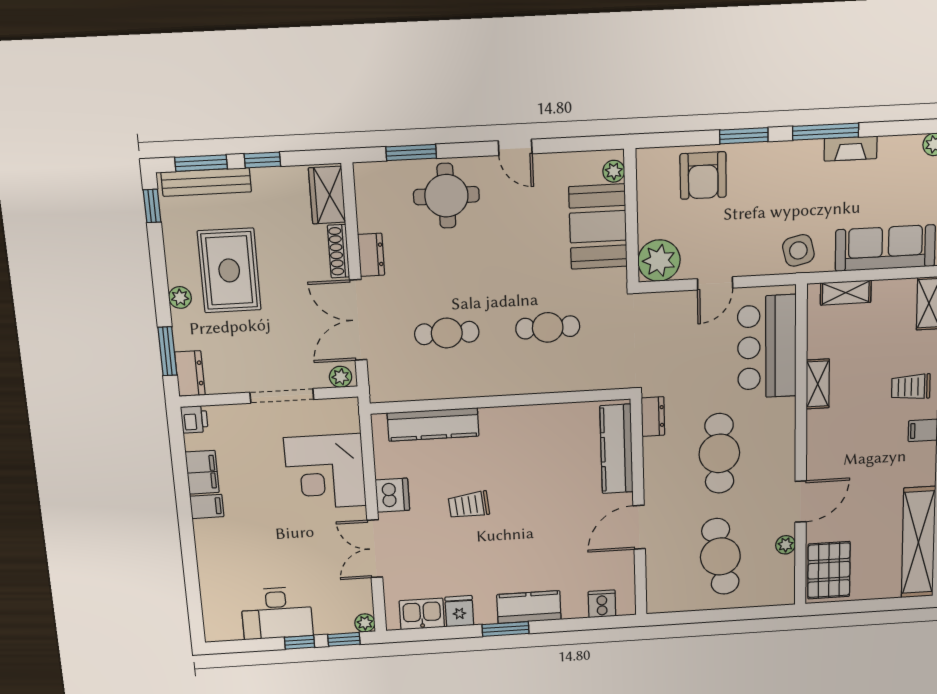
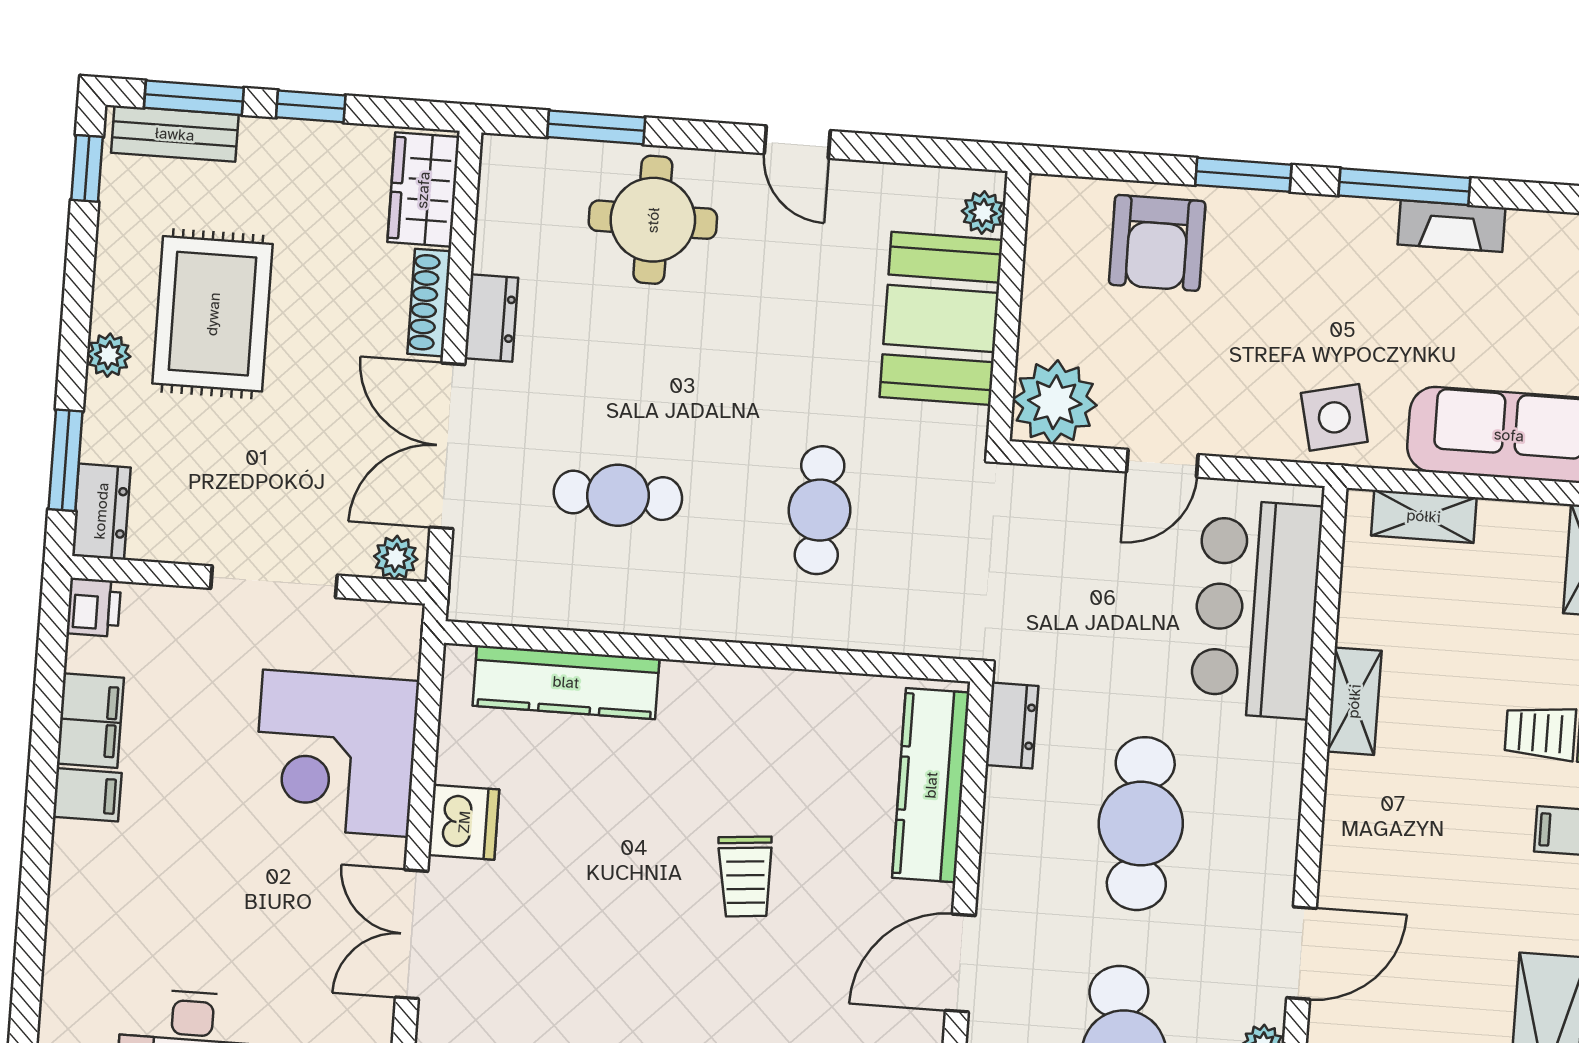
bench: (206, 182) -> (175, 134), width x0.73
cafe table: (548, 327) -> (820, 510), turned 90
trolley: (469, 505) -> (745, 876), moved, turned -90

